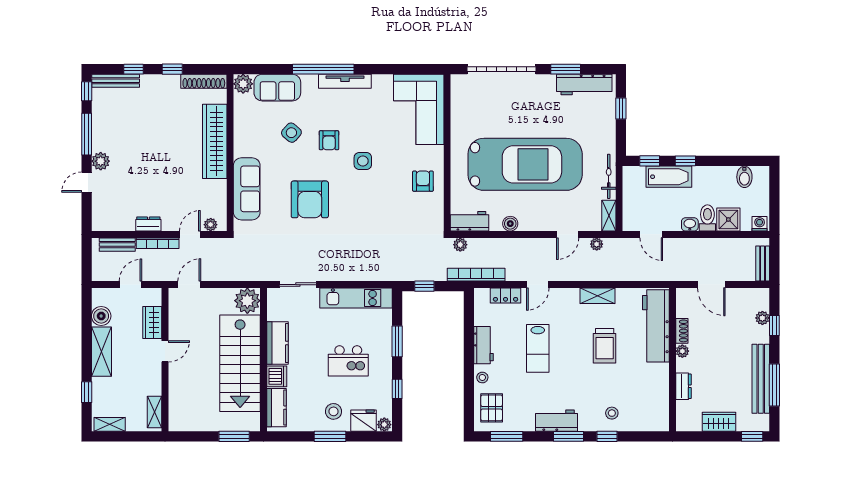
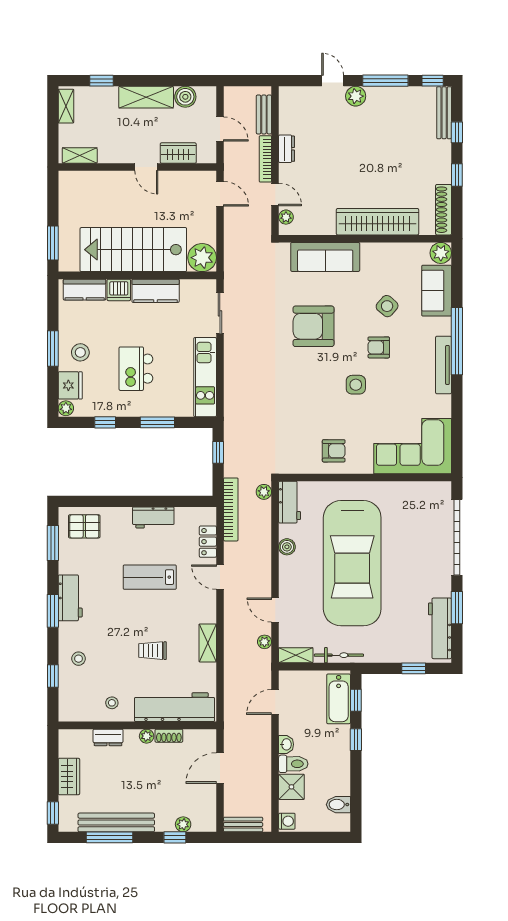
bathtub: (669, 177) -> (339, 699), moved
trolley: (605, 346) -> (153, 651), width x0.73, depth x0.72
stool: (482, 377) -> (112, 703), moved
window: (607, 436) -> (53, 676), moved

